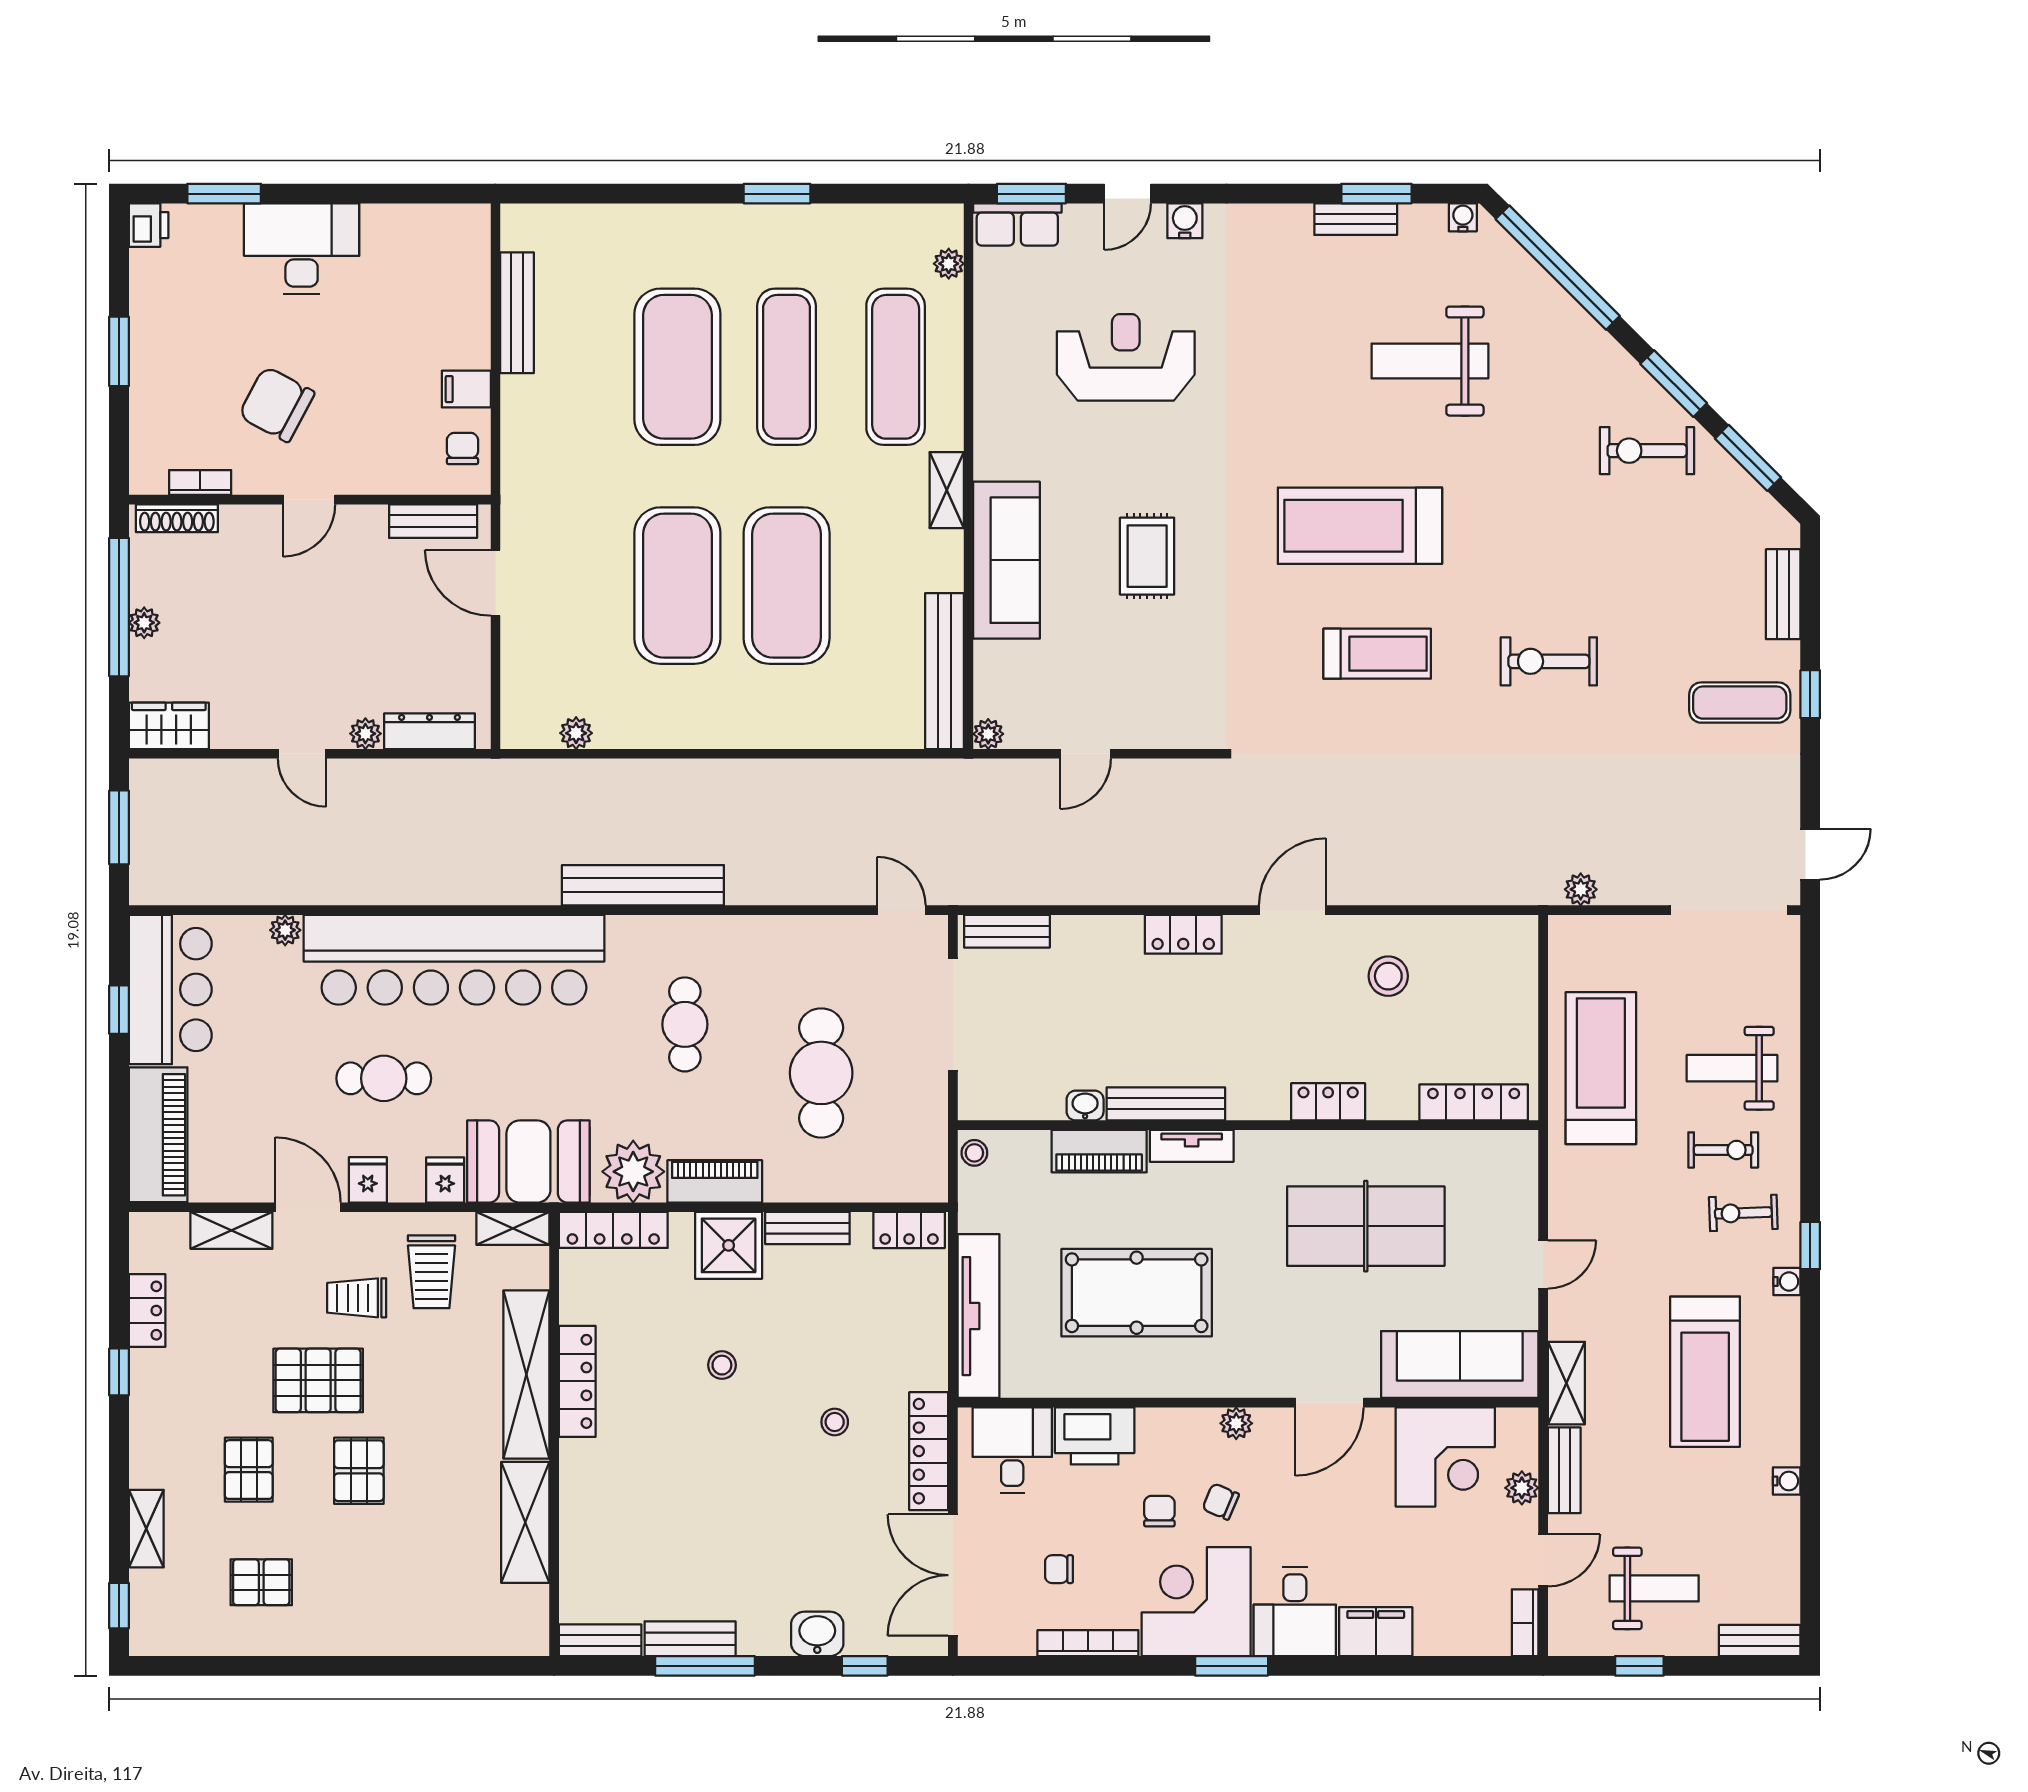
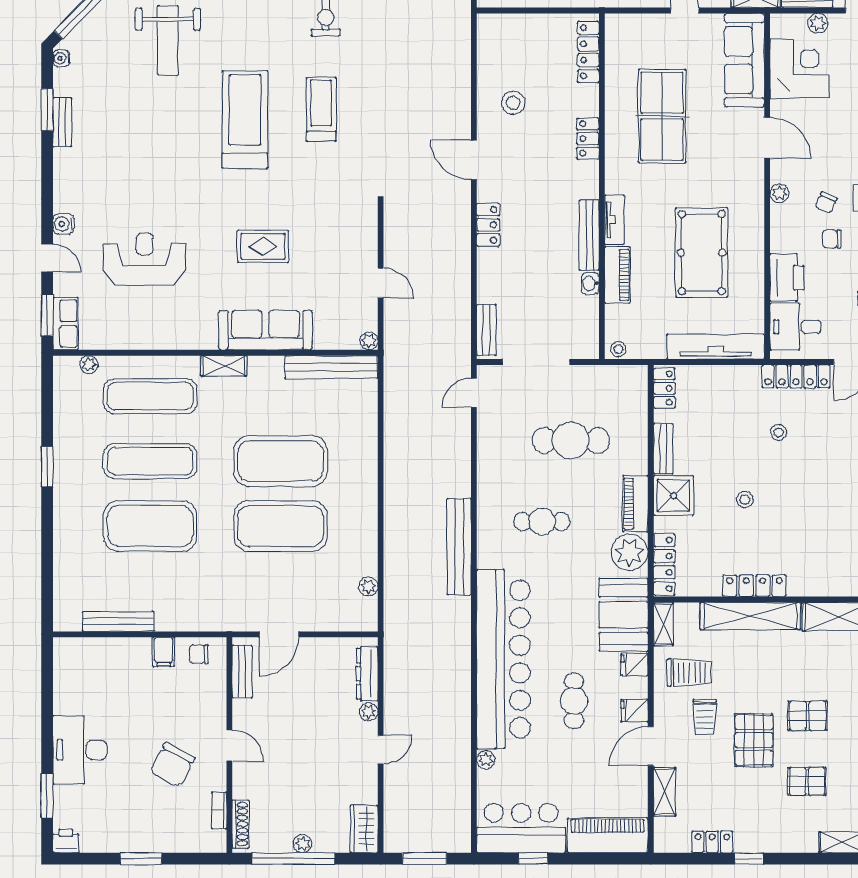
reception desk: (1126, 357) -> (145, 259), turned 90
weight bench: (1430, 361) -> (168, 40), moved
treadmill: (1360, 526) -> (245, 120), turned 180

